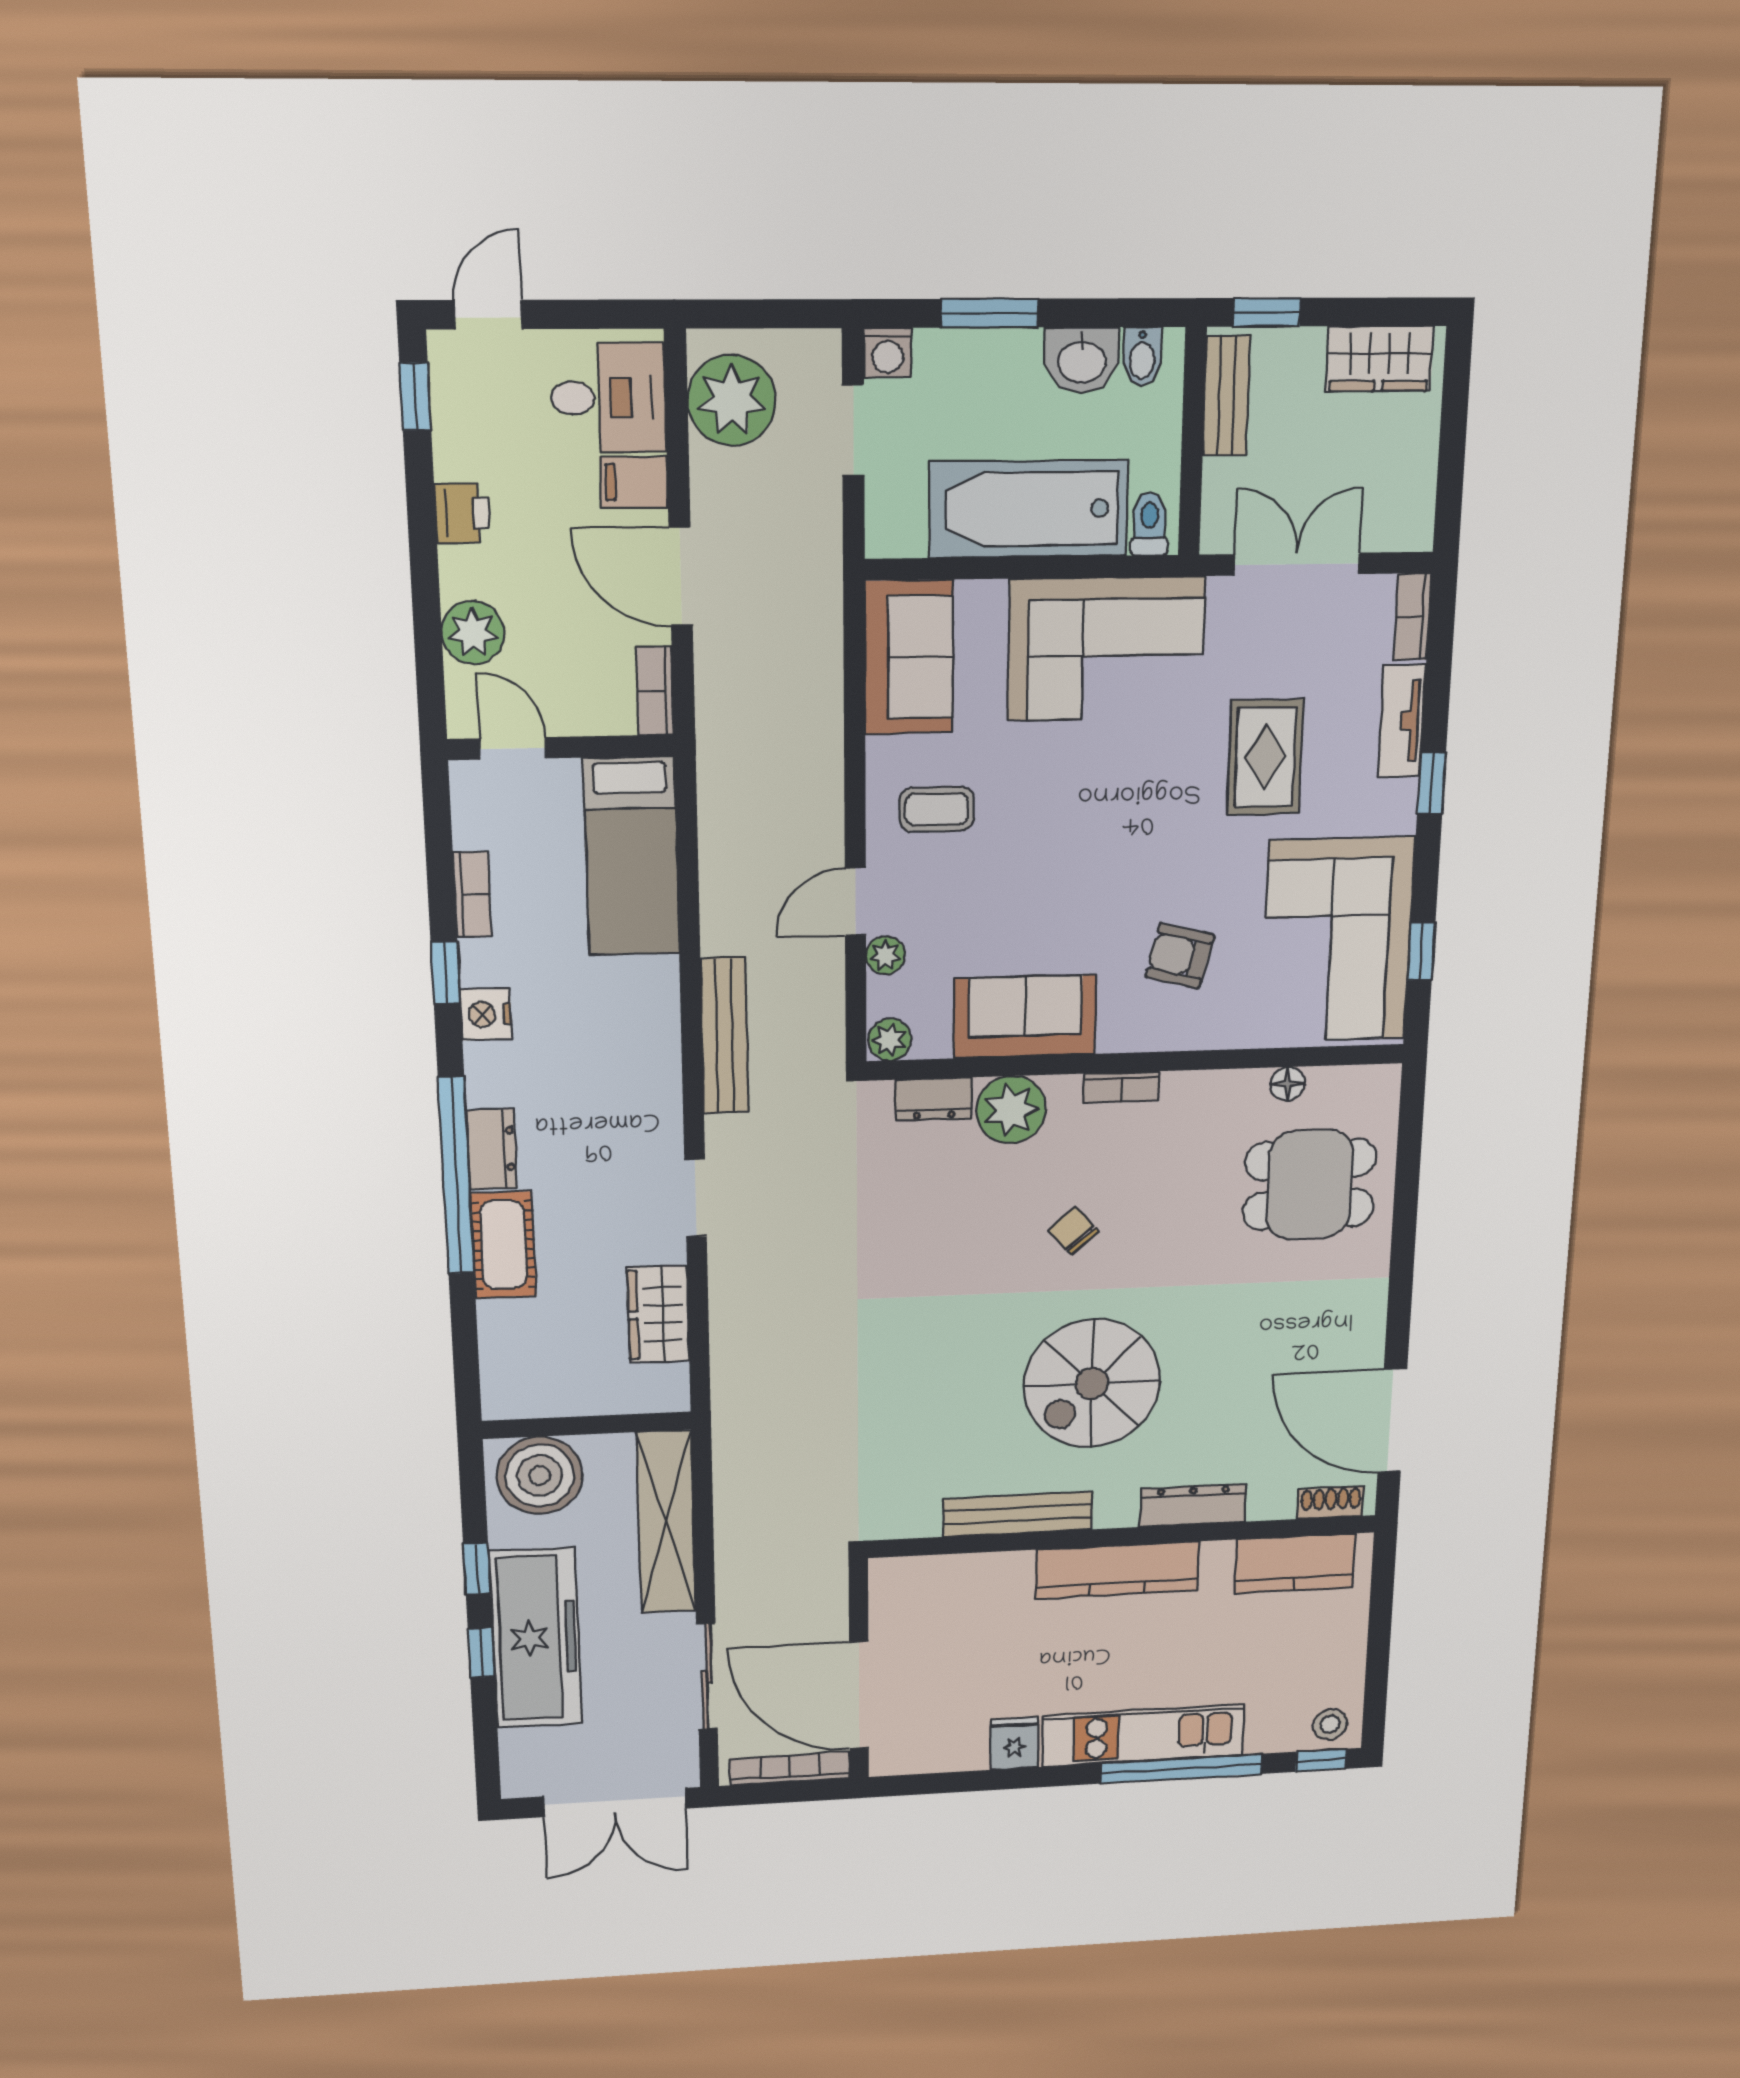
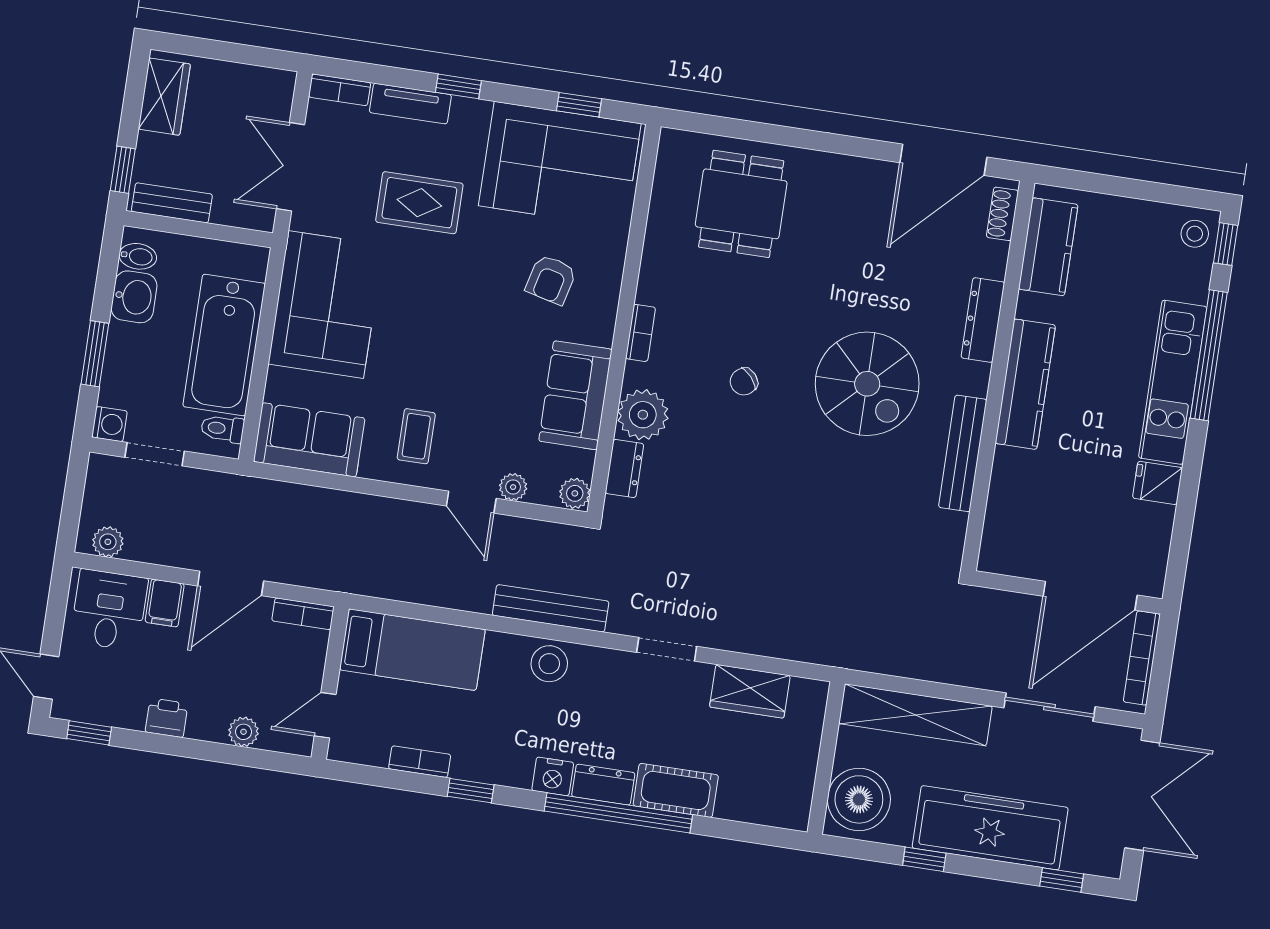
plant: (732, 400) -> (108, 542), width x0.53, depth x0.53
toilet: (1150, 524) -> (222, 429), moved
plant: (473, 633) -> (244, 732), width x0.73, depth x0.73
nightstand: (486, 1014) -> (553, 776), moved
stool: (647, 1047) -> (549, 664), added
floor lamp: (1288, 1084) -> (661, 212), removed
window: (481, 1653) -> (1062, 880), moved

